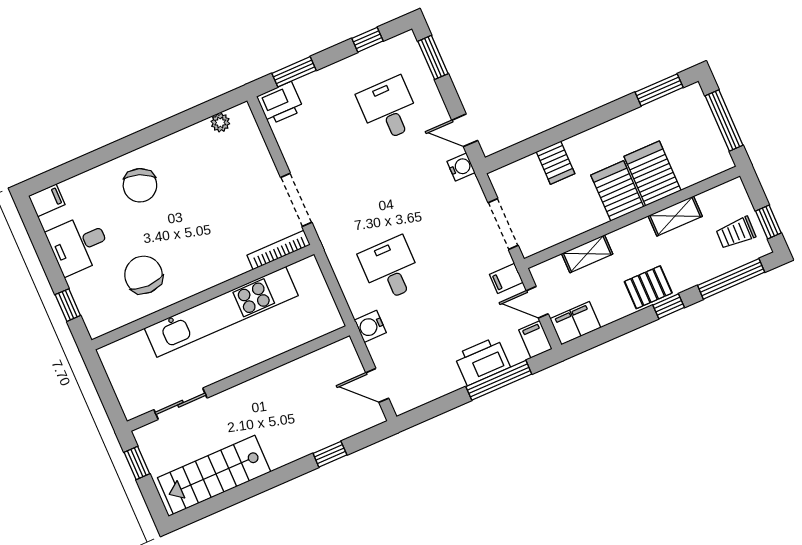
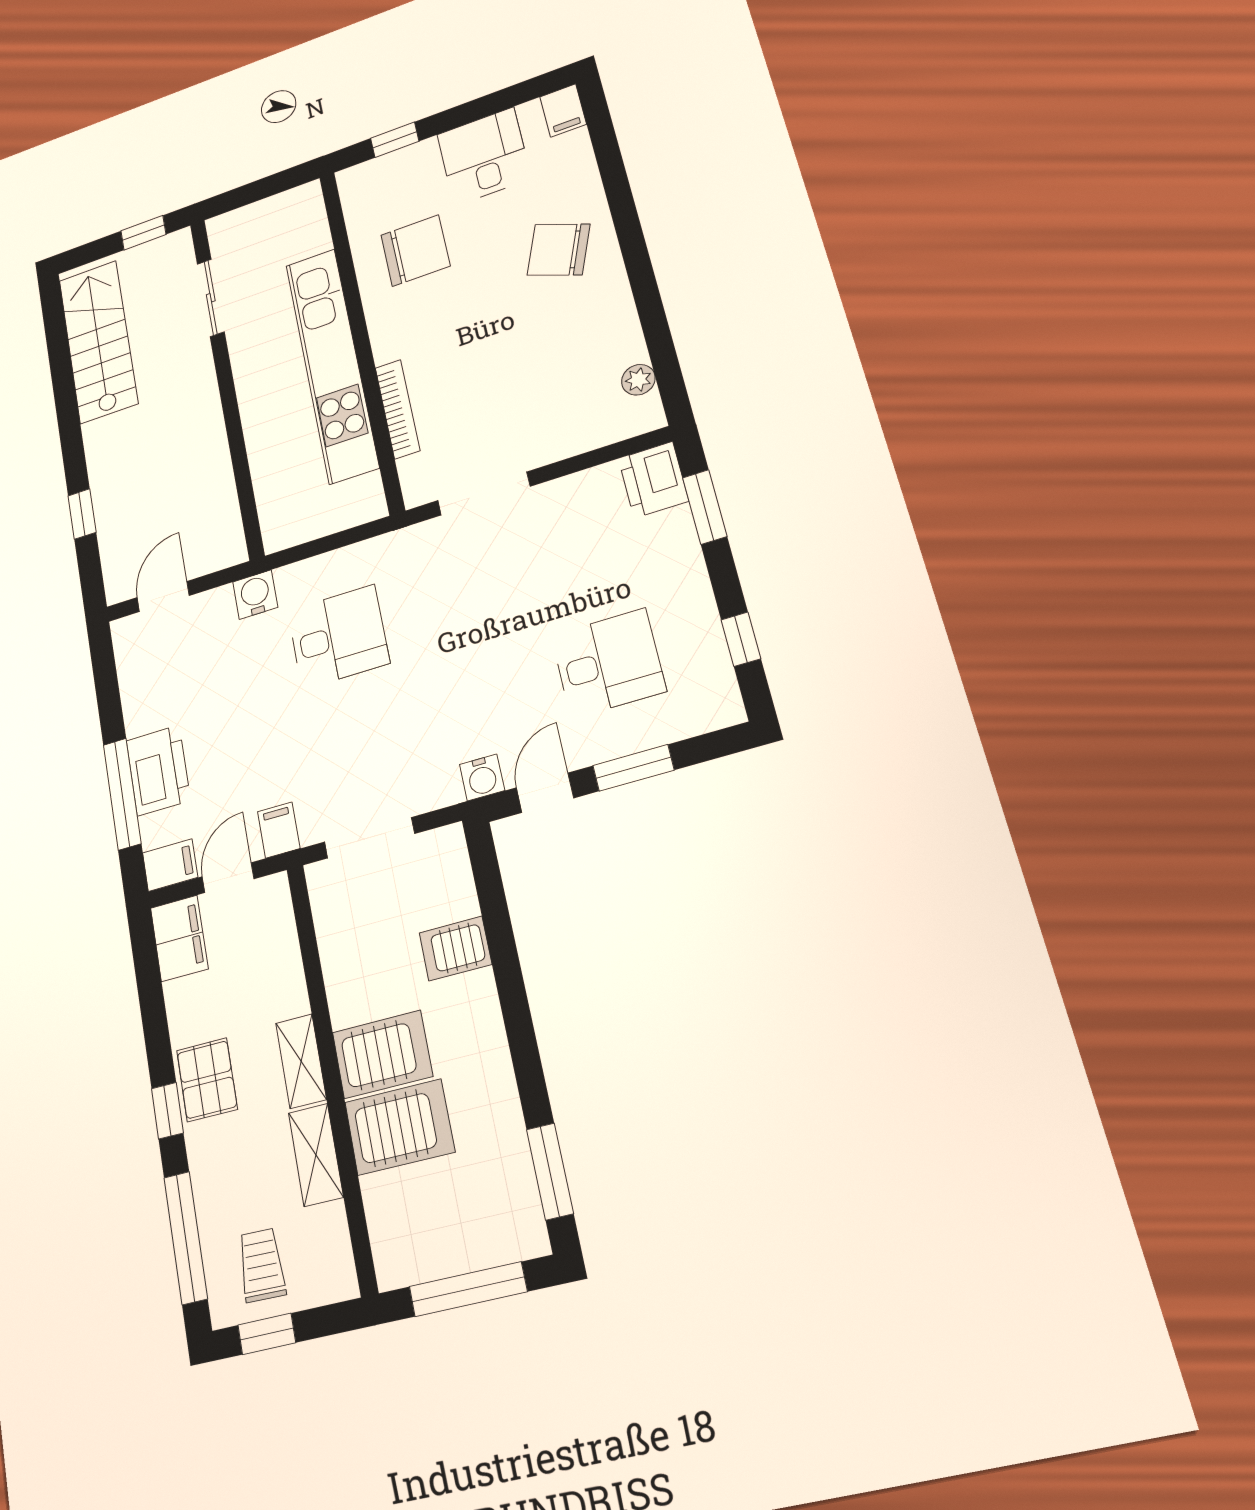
window: (433, 57) -> (633, 768), moved
bookcase: (279, 250) -> (398, 409), moved
shelving: (587, 254) -> (301, 1061), moved

